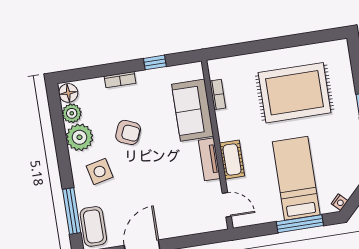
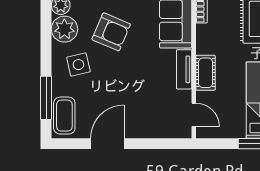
armchair: (128, 132) -> (111, 32), width x1.38, depth x1.38

